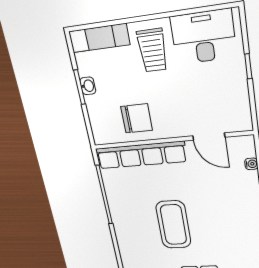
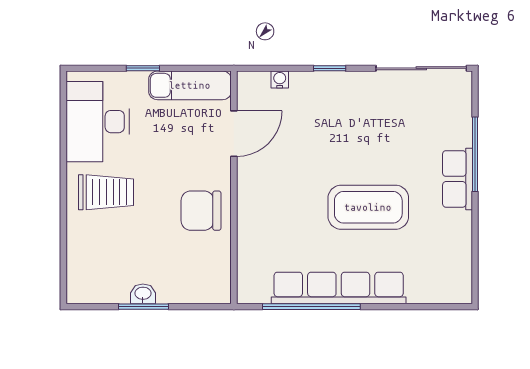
exam couch: (99, 38) -> (190, 85), moved, turned 90
chair: (137, 118) -> (201, 211), moved, turned -90
row of seats: (141, 155) -> (339, 288), moved, turned -90

